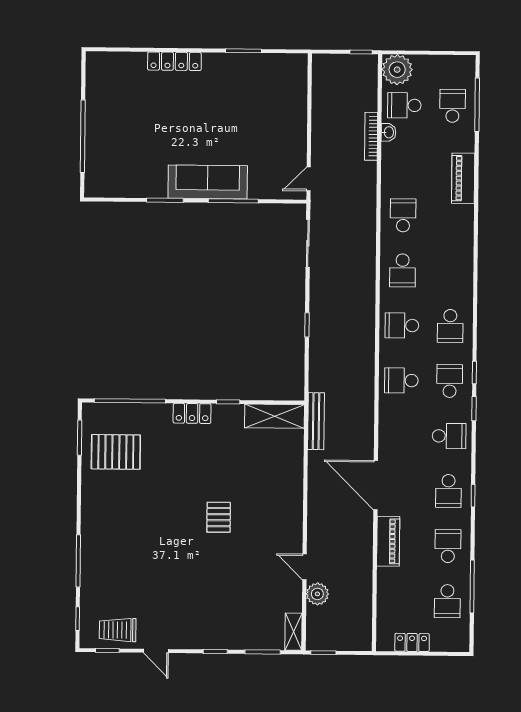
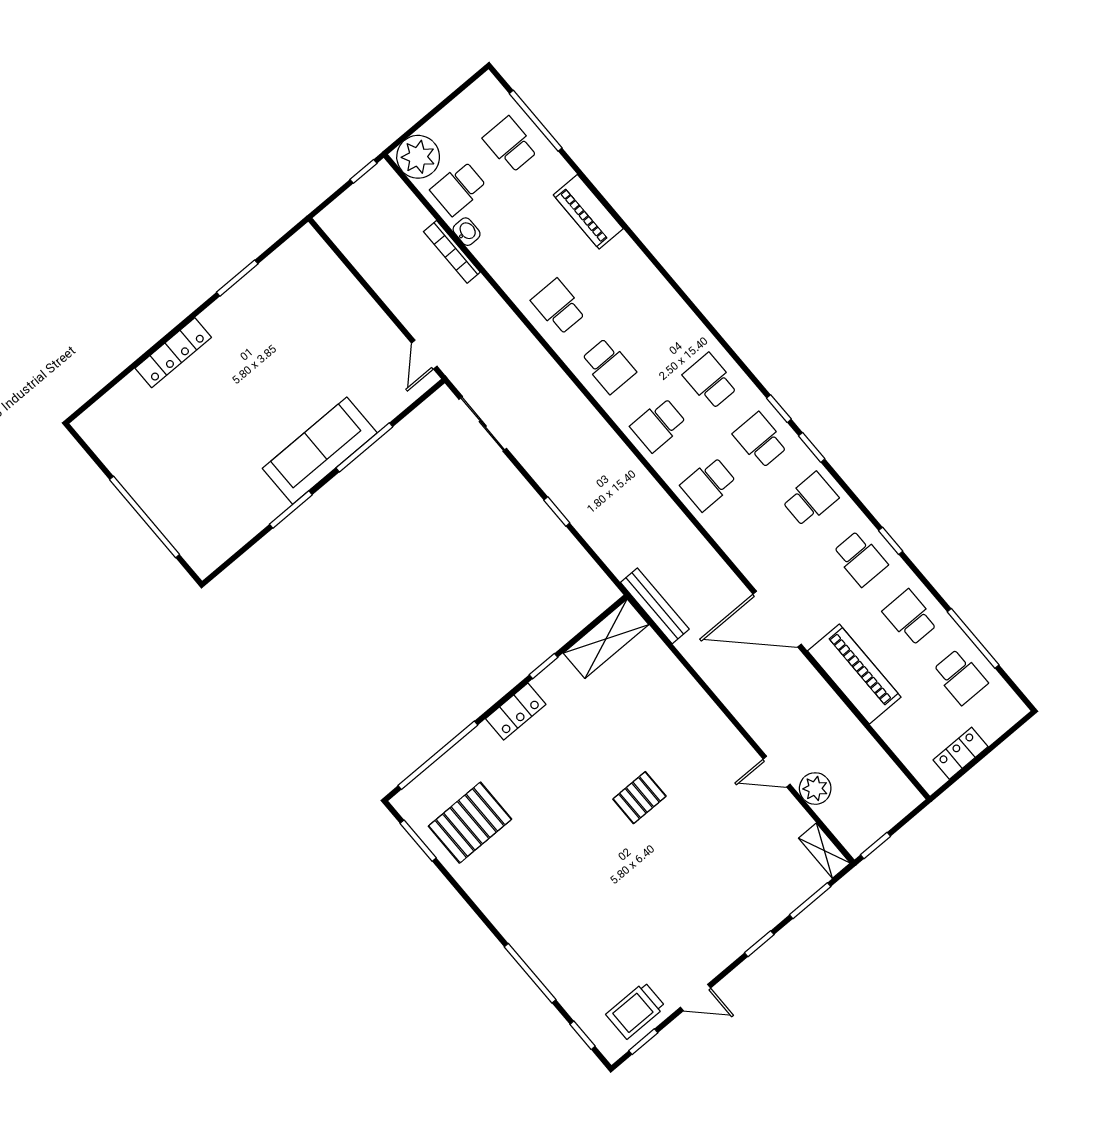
school desk: (450, 326) -> (710, 381), turned 180
pallet: (219, 517) -> (639, 798), turned 90
piano: (388, 541) -> (854, 674), width x1.37, depth x1.33

